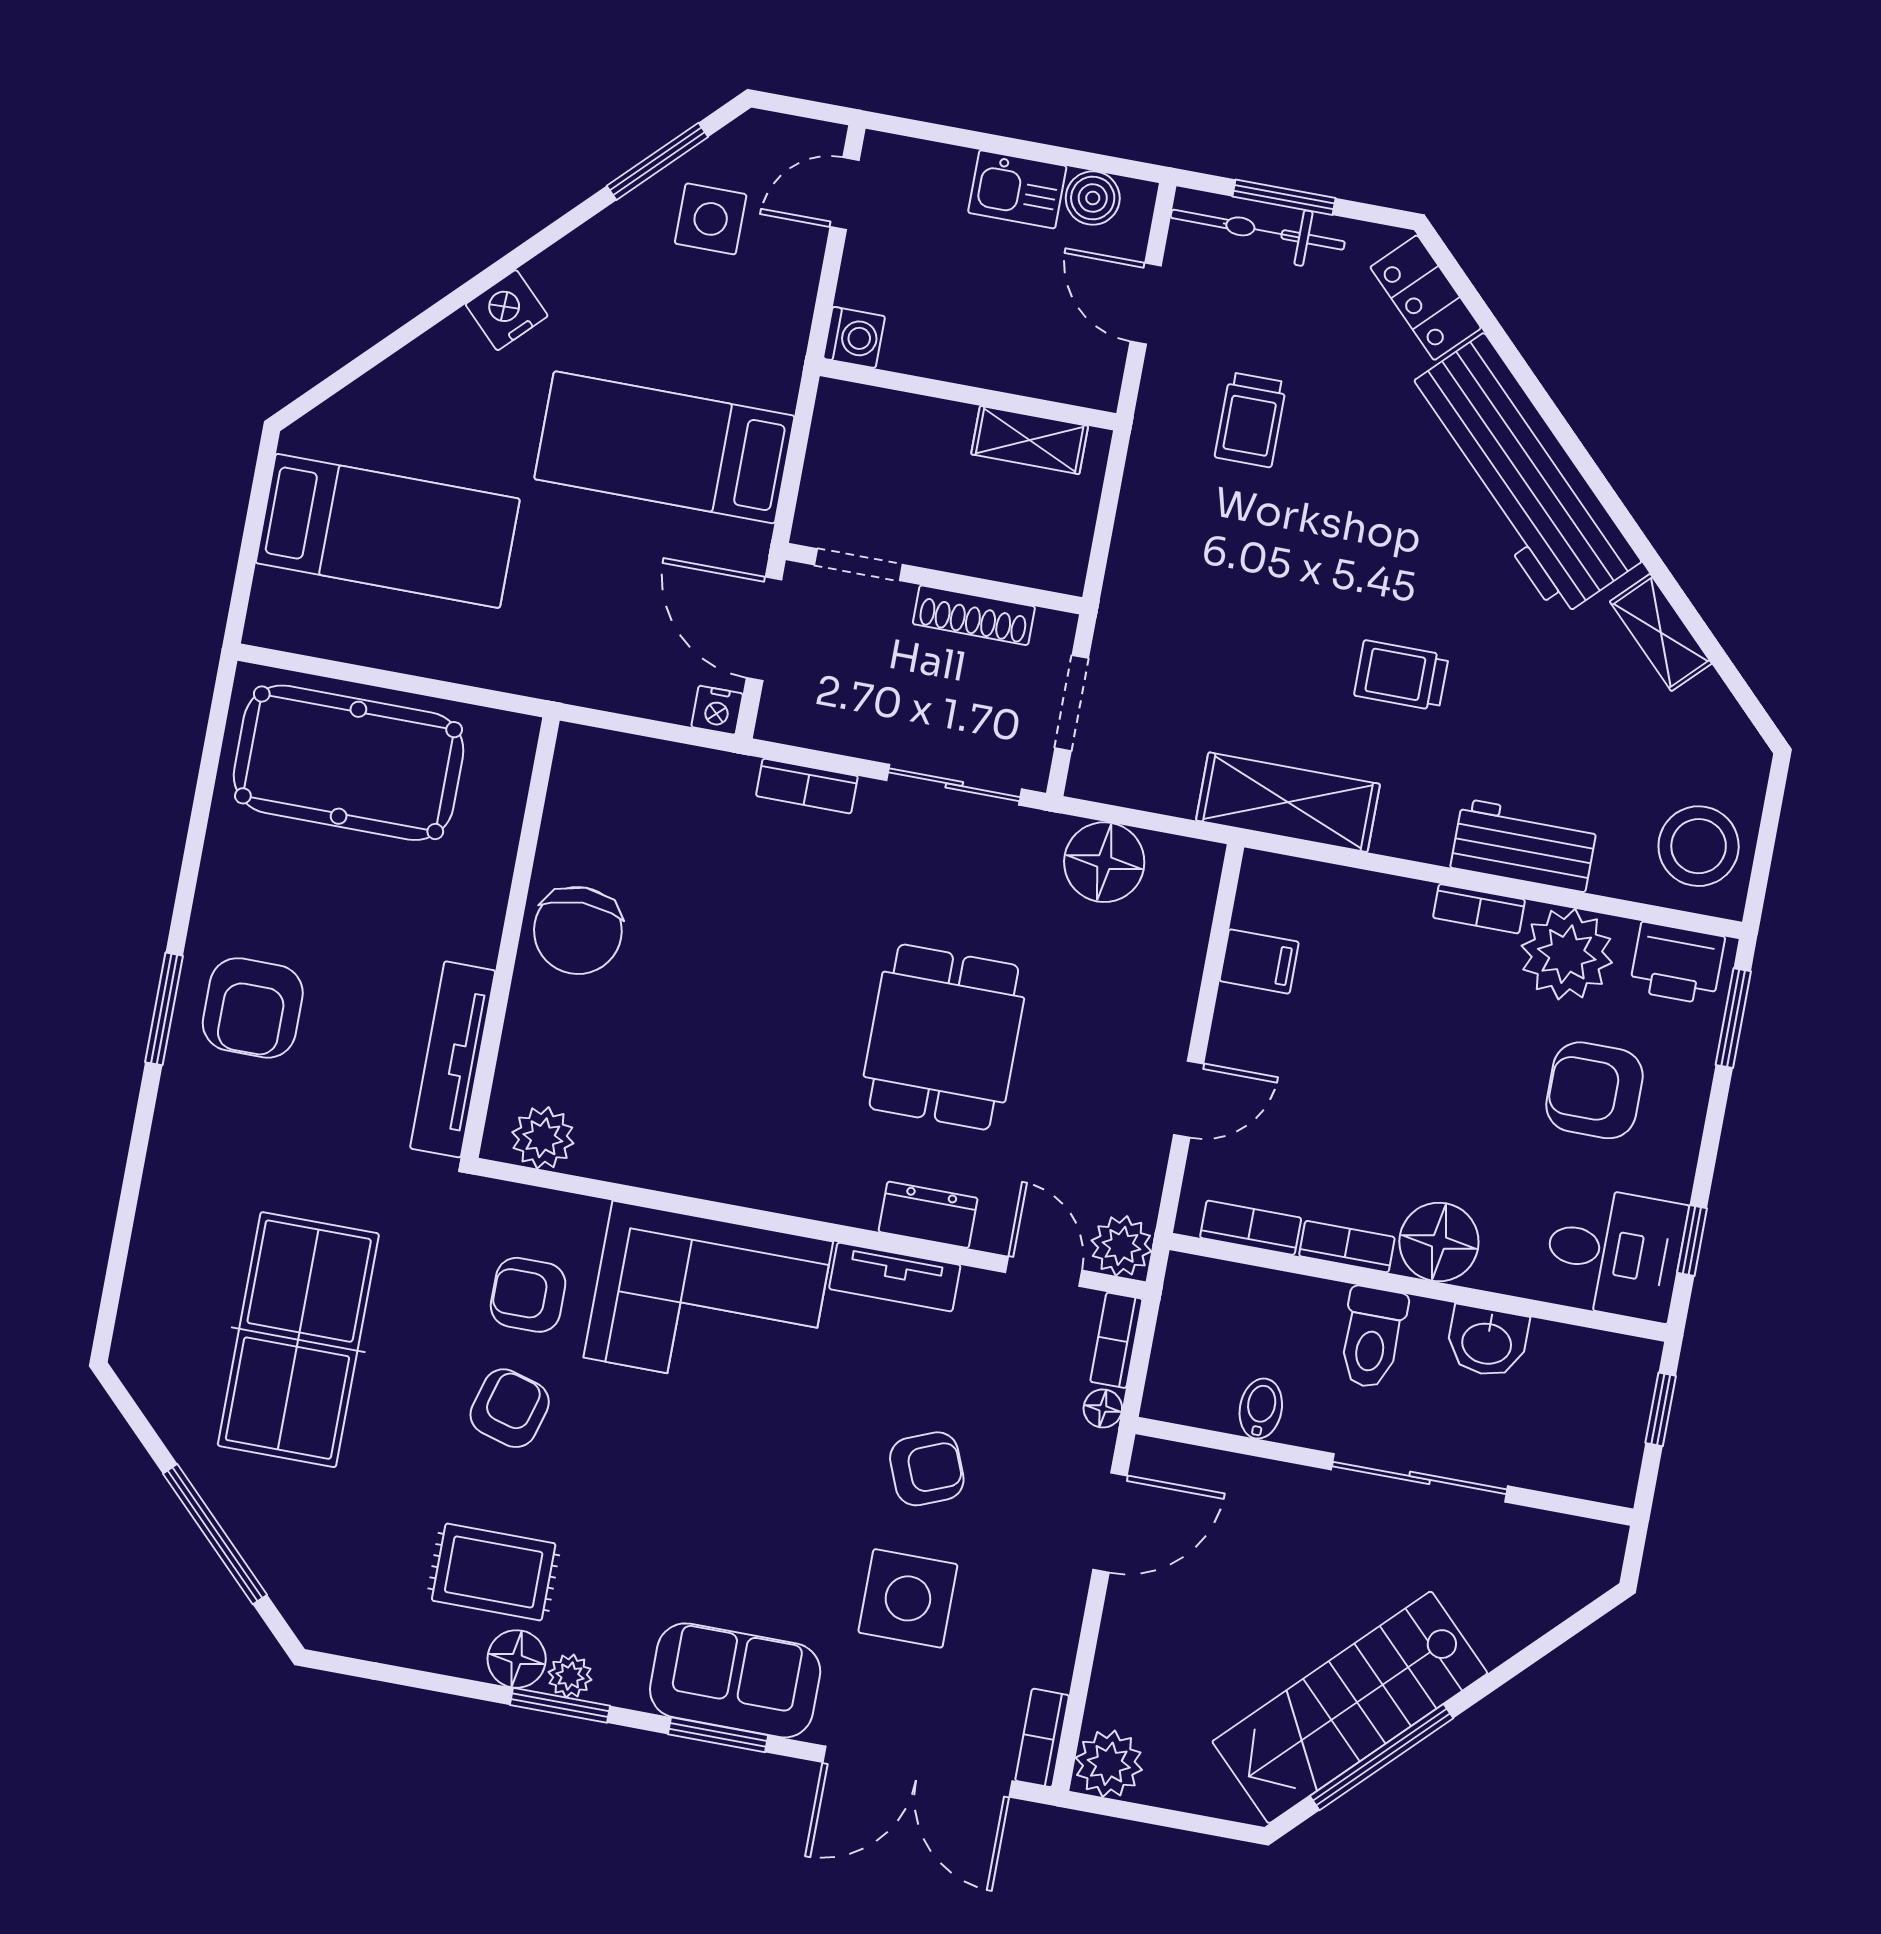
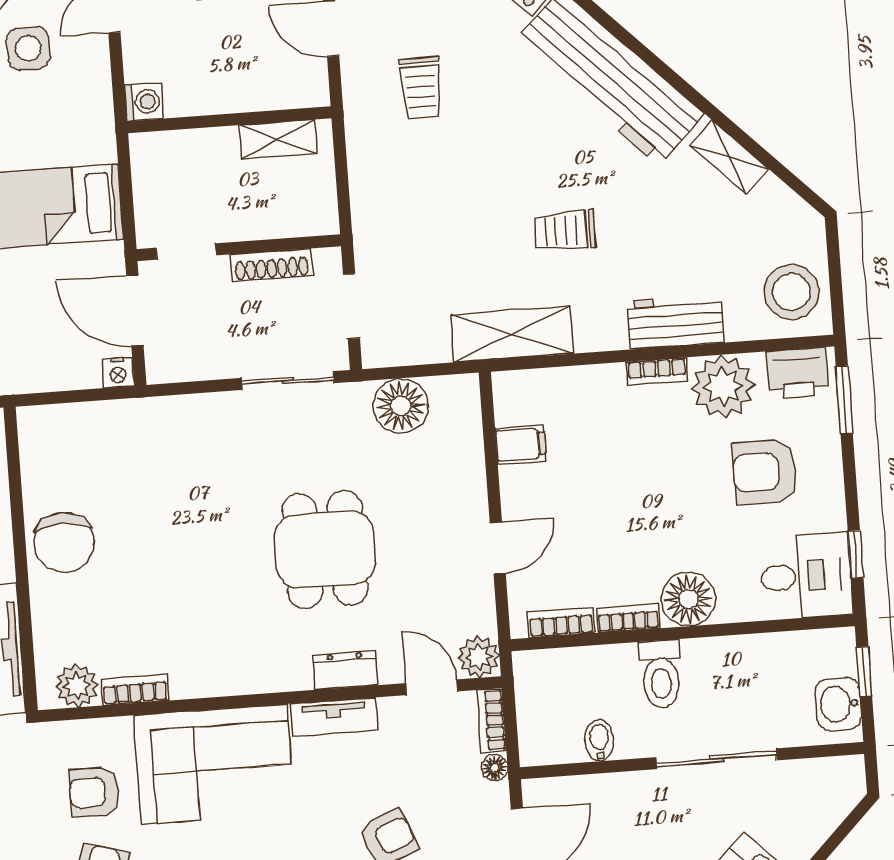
bookcase: (807, 786) -> (135, 690), moved, turned 180
washbasin: (1487, 1342) -> (838, 704), moved, turned 90

